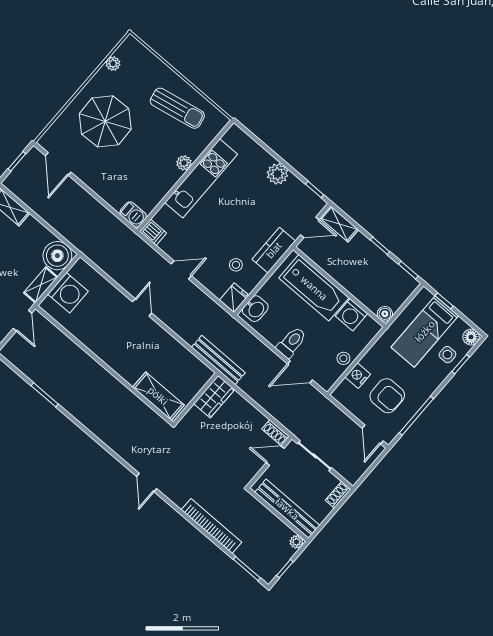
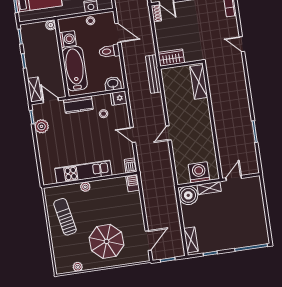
plant: (277, 174) -> (41, 126), moved
door: (147, 483) -> (242, 44), swing flipped

